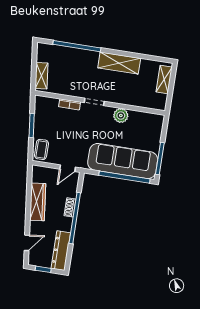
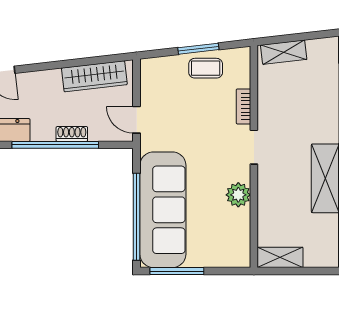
shelving: (164, 79) -> (280, 257), moved
coffee table: (41, 149) -> (206, 68), moved
wardrobe: (38, 202) -> (94, 76), moved

